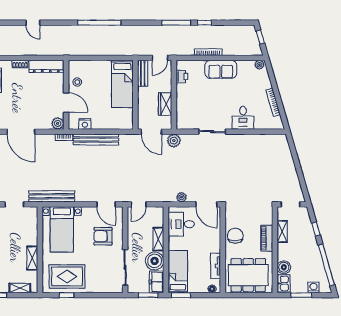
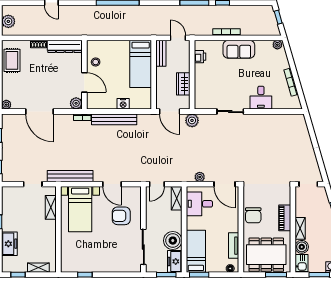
door: (160, 58) -> (178, 38), swing flipped
nightstand: (85, 124) -> (123, 104), moved
door: (106, 204) -> (112, 184), moved
shelving: (282, 232) -> (300, 228), moved
chair: (235, 236) -> (253, 215), turned 180
shelving: (158, 239) -> (177, 198), moved
shelving: (32, 258) -> (51, 207), moved
rug: (67, 276) -> (85, 256), removed
window: (258, 295) -> (276, 275), added

